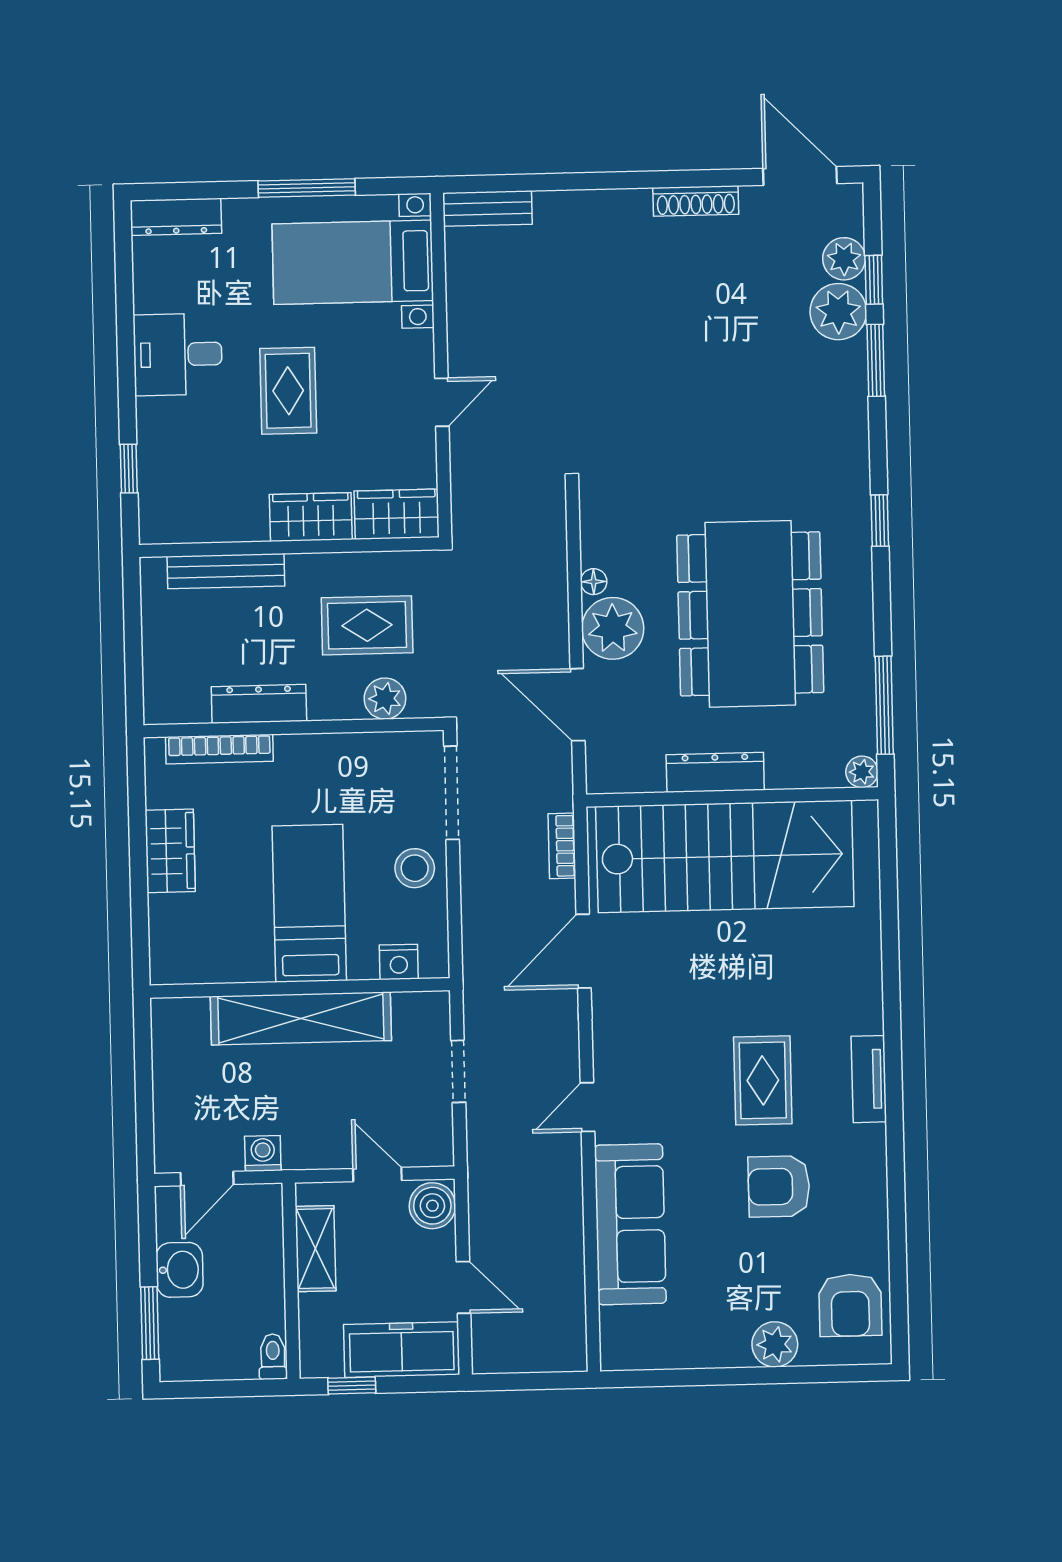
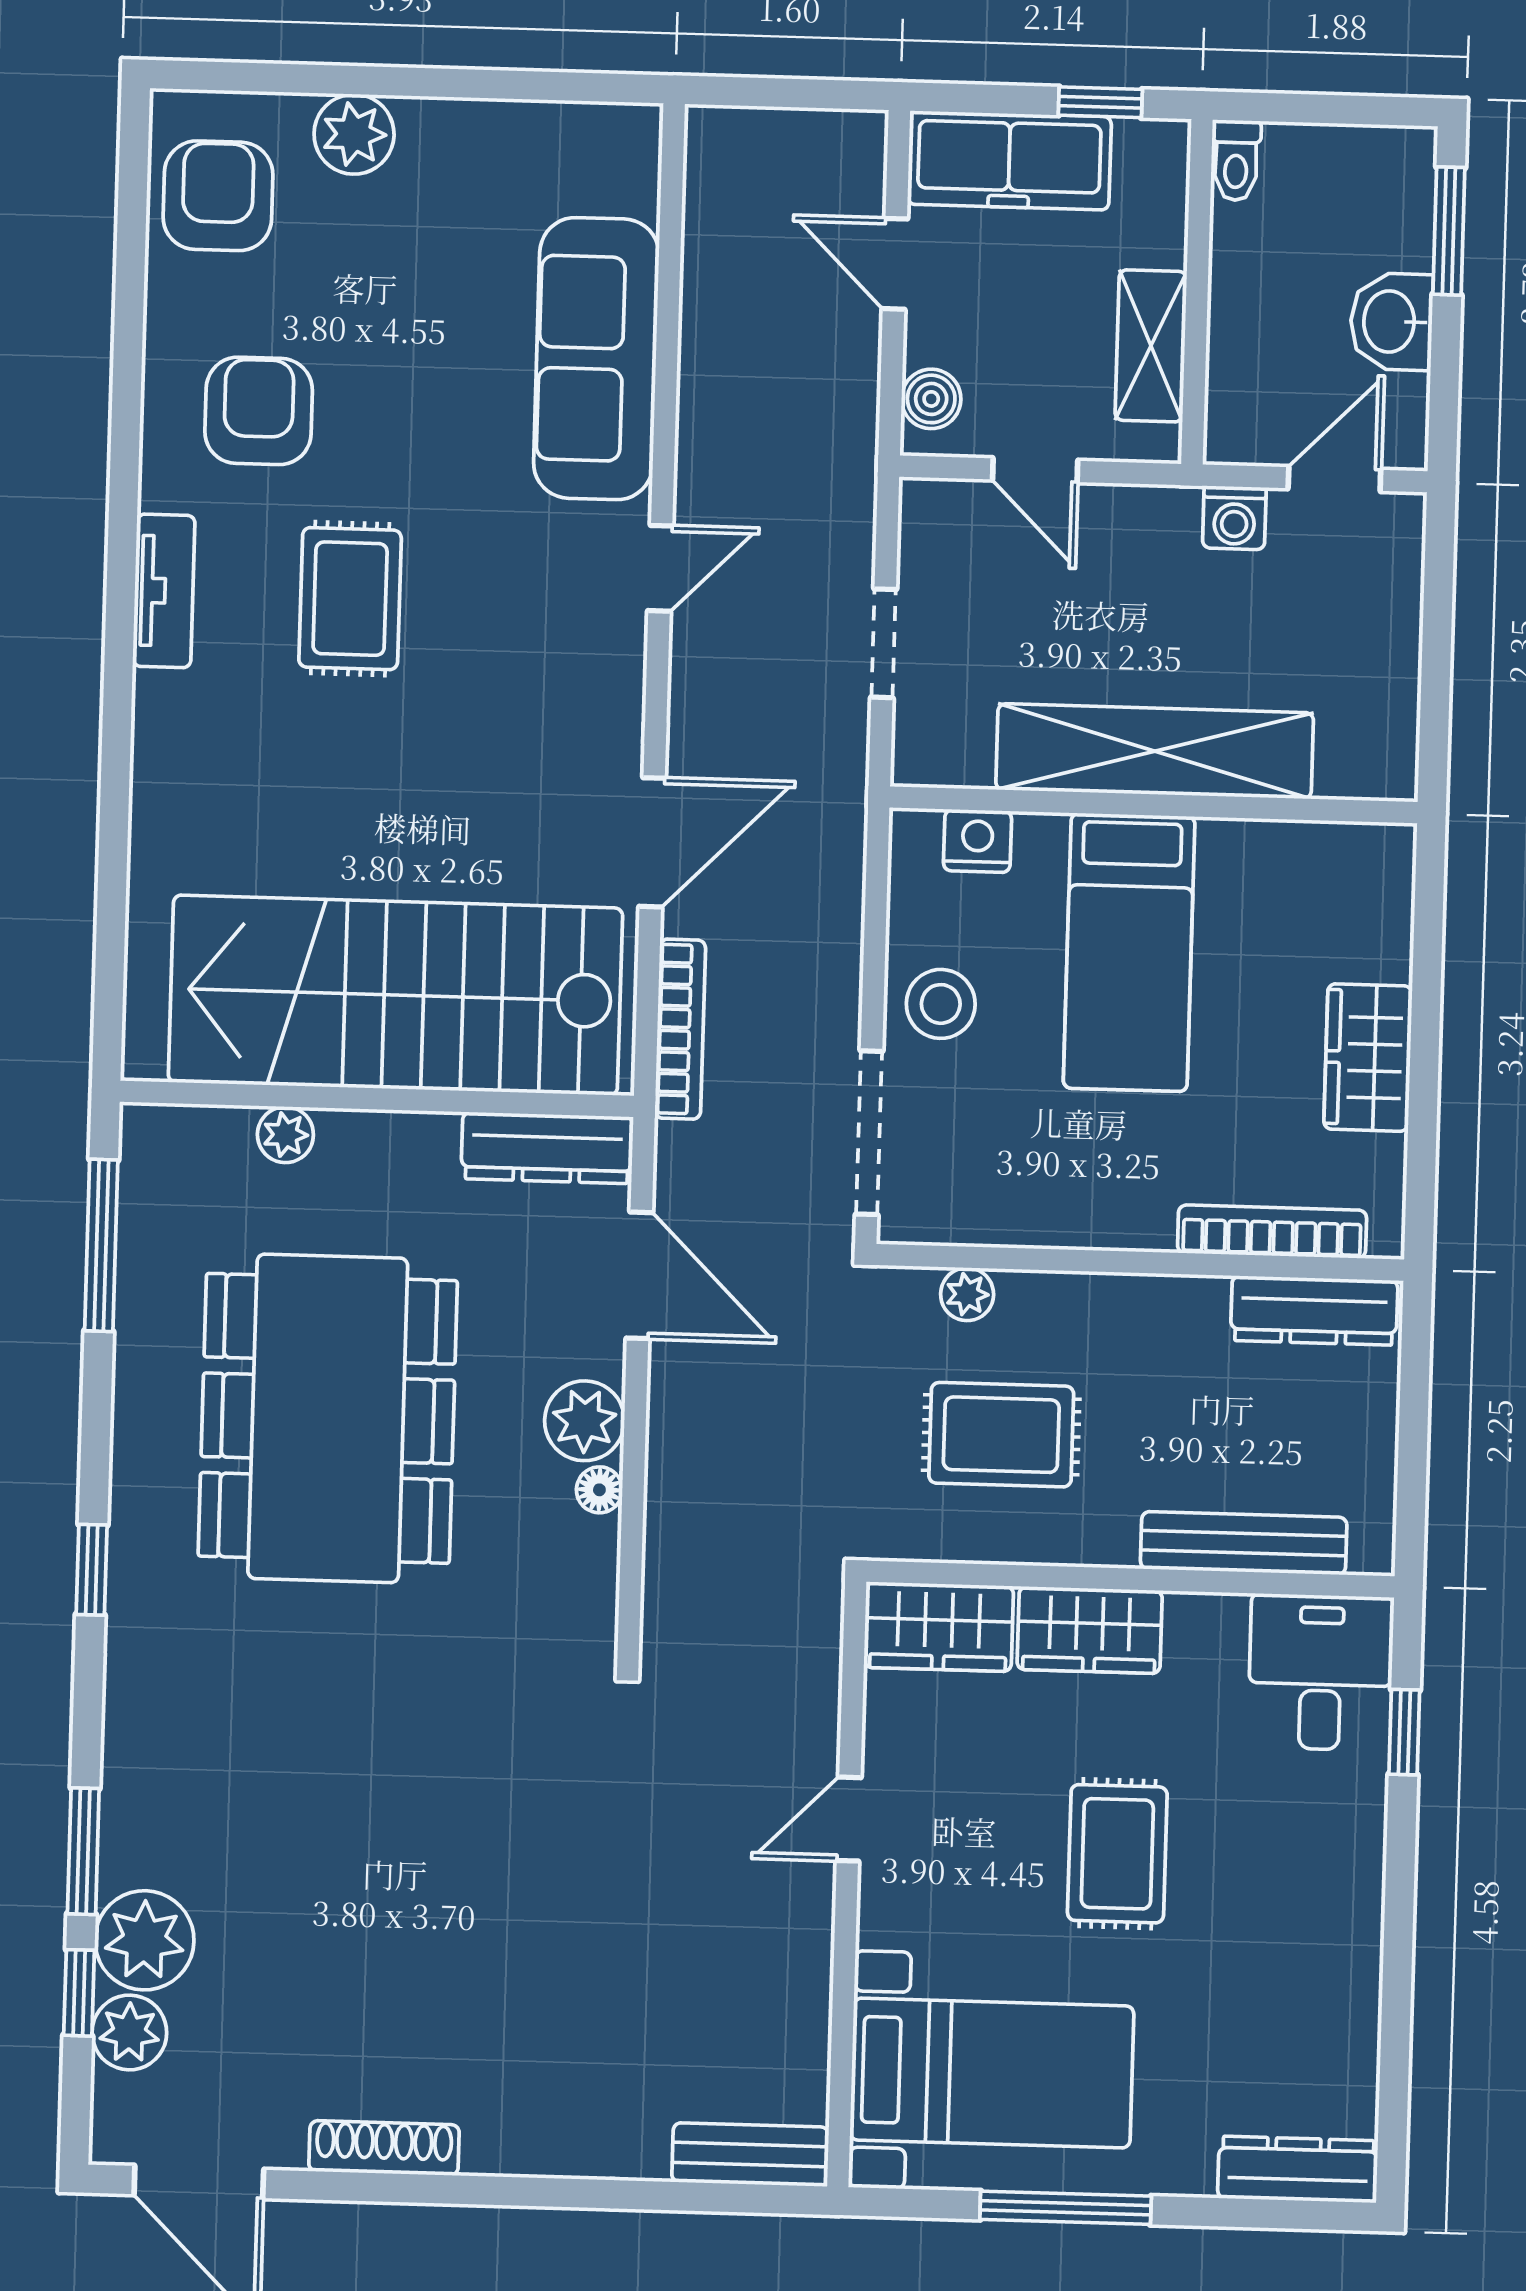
desk: (178, 354) -> (1321, 1672), moved, turned -90
plant: (613, 628) -> (585, 1421), width x0.73, depth x0.73
plant: (385, 699) -> (967, 1294), width x0.73, depth x0.73
dresser: (259, 704) -> (1314, 1311), moved
dresser: (715, 772) -> (547, 1148), moved
plant: (862, 772) -> (285, 1135), moved
bookcase: (562, 846) -> (680, 1029), width x1.56
armchair: (779, 1186) -> (259, 411), moved, turned -90
boiler: (432, 1206) -> (931, 399), width x0.73, depth x0.73

